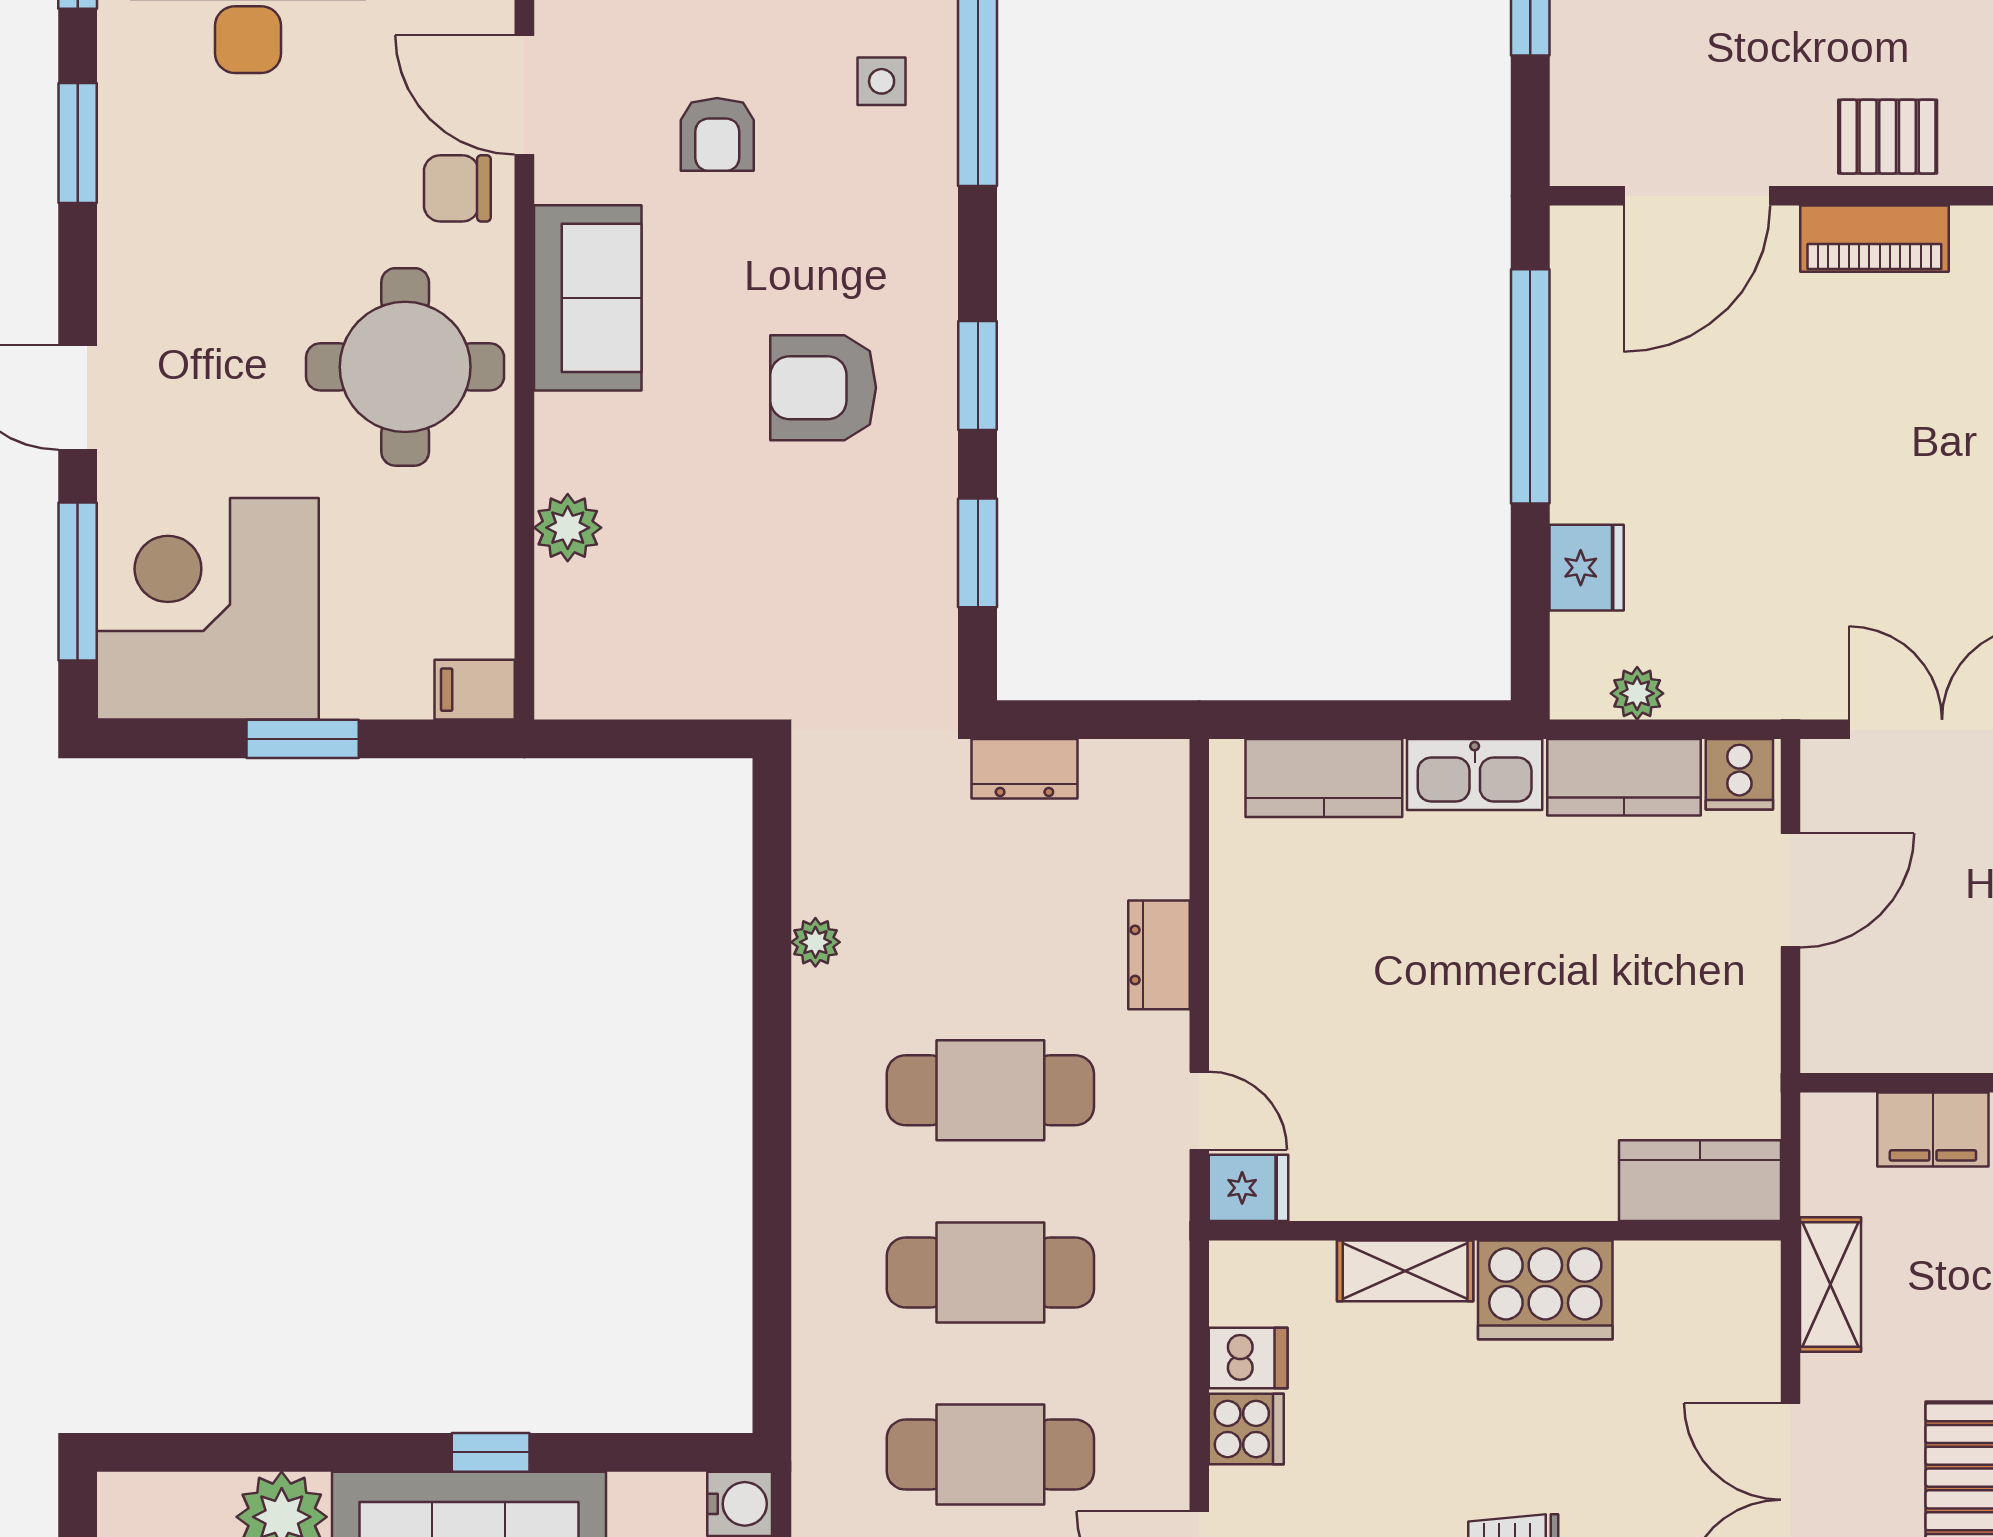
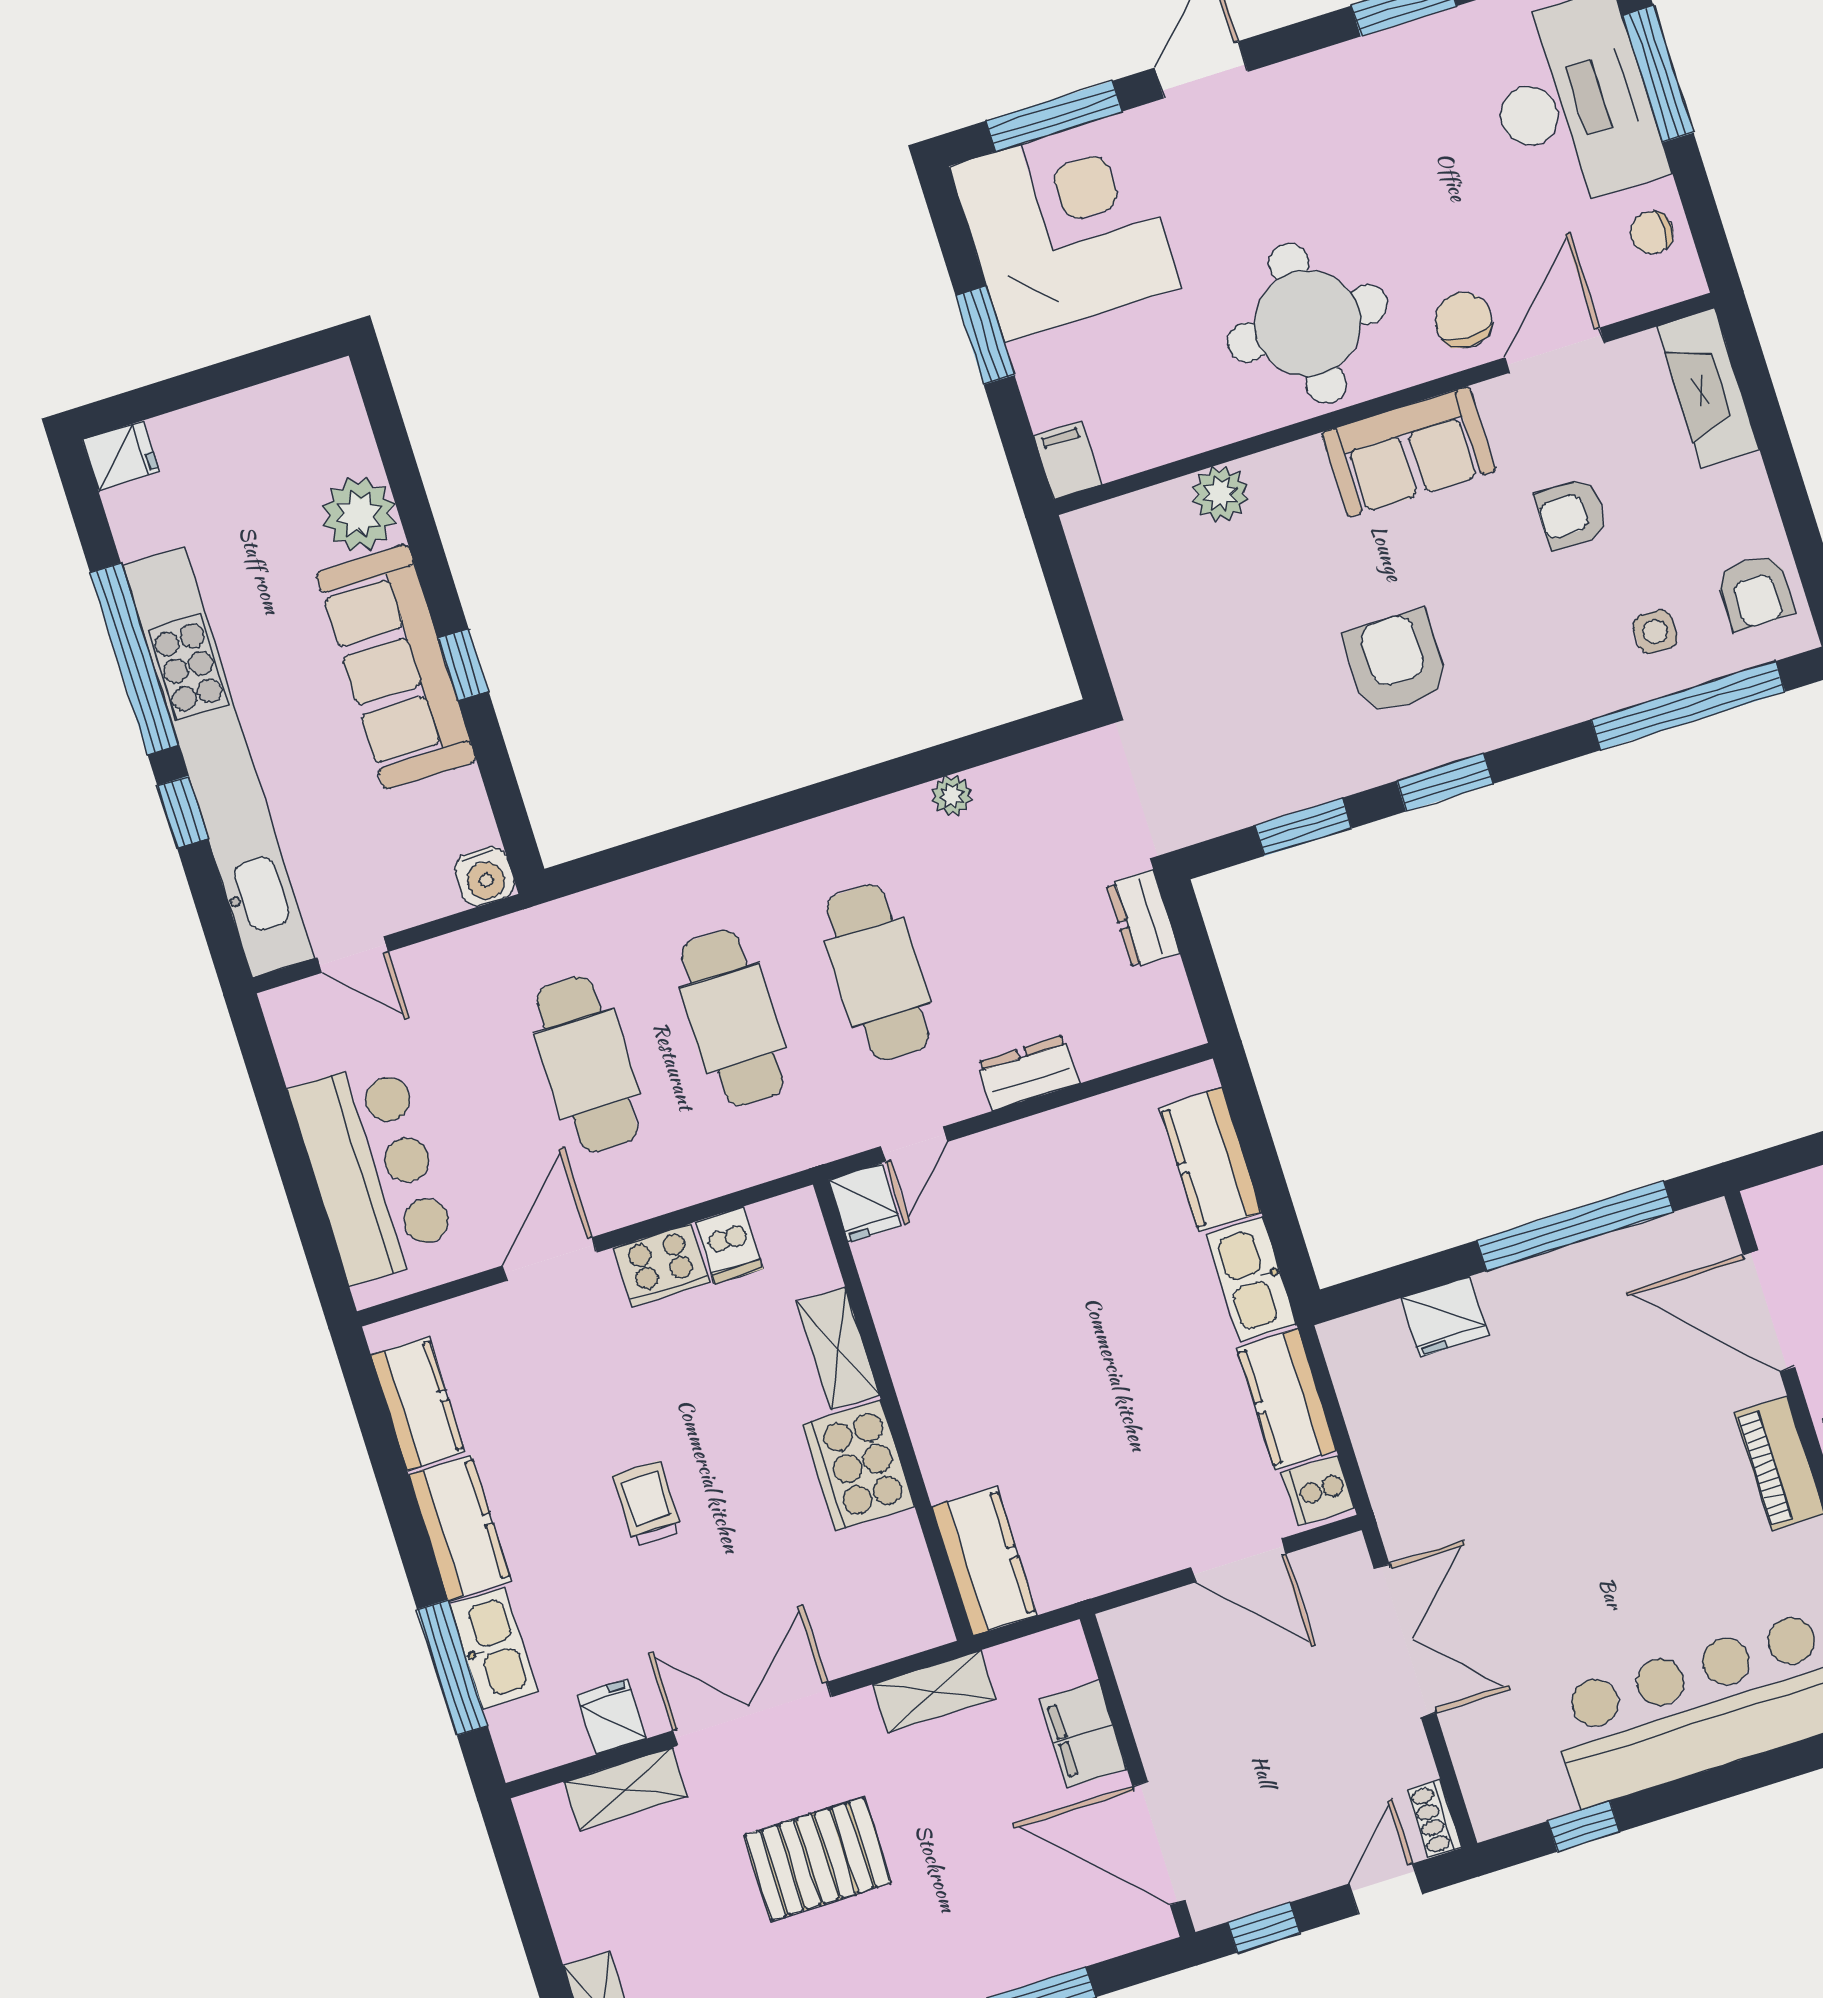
plant: (1637, 693) -> (1357, 1388), removed
cooker: (1246, 1429) -> (662, 1265), width x1.36

